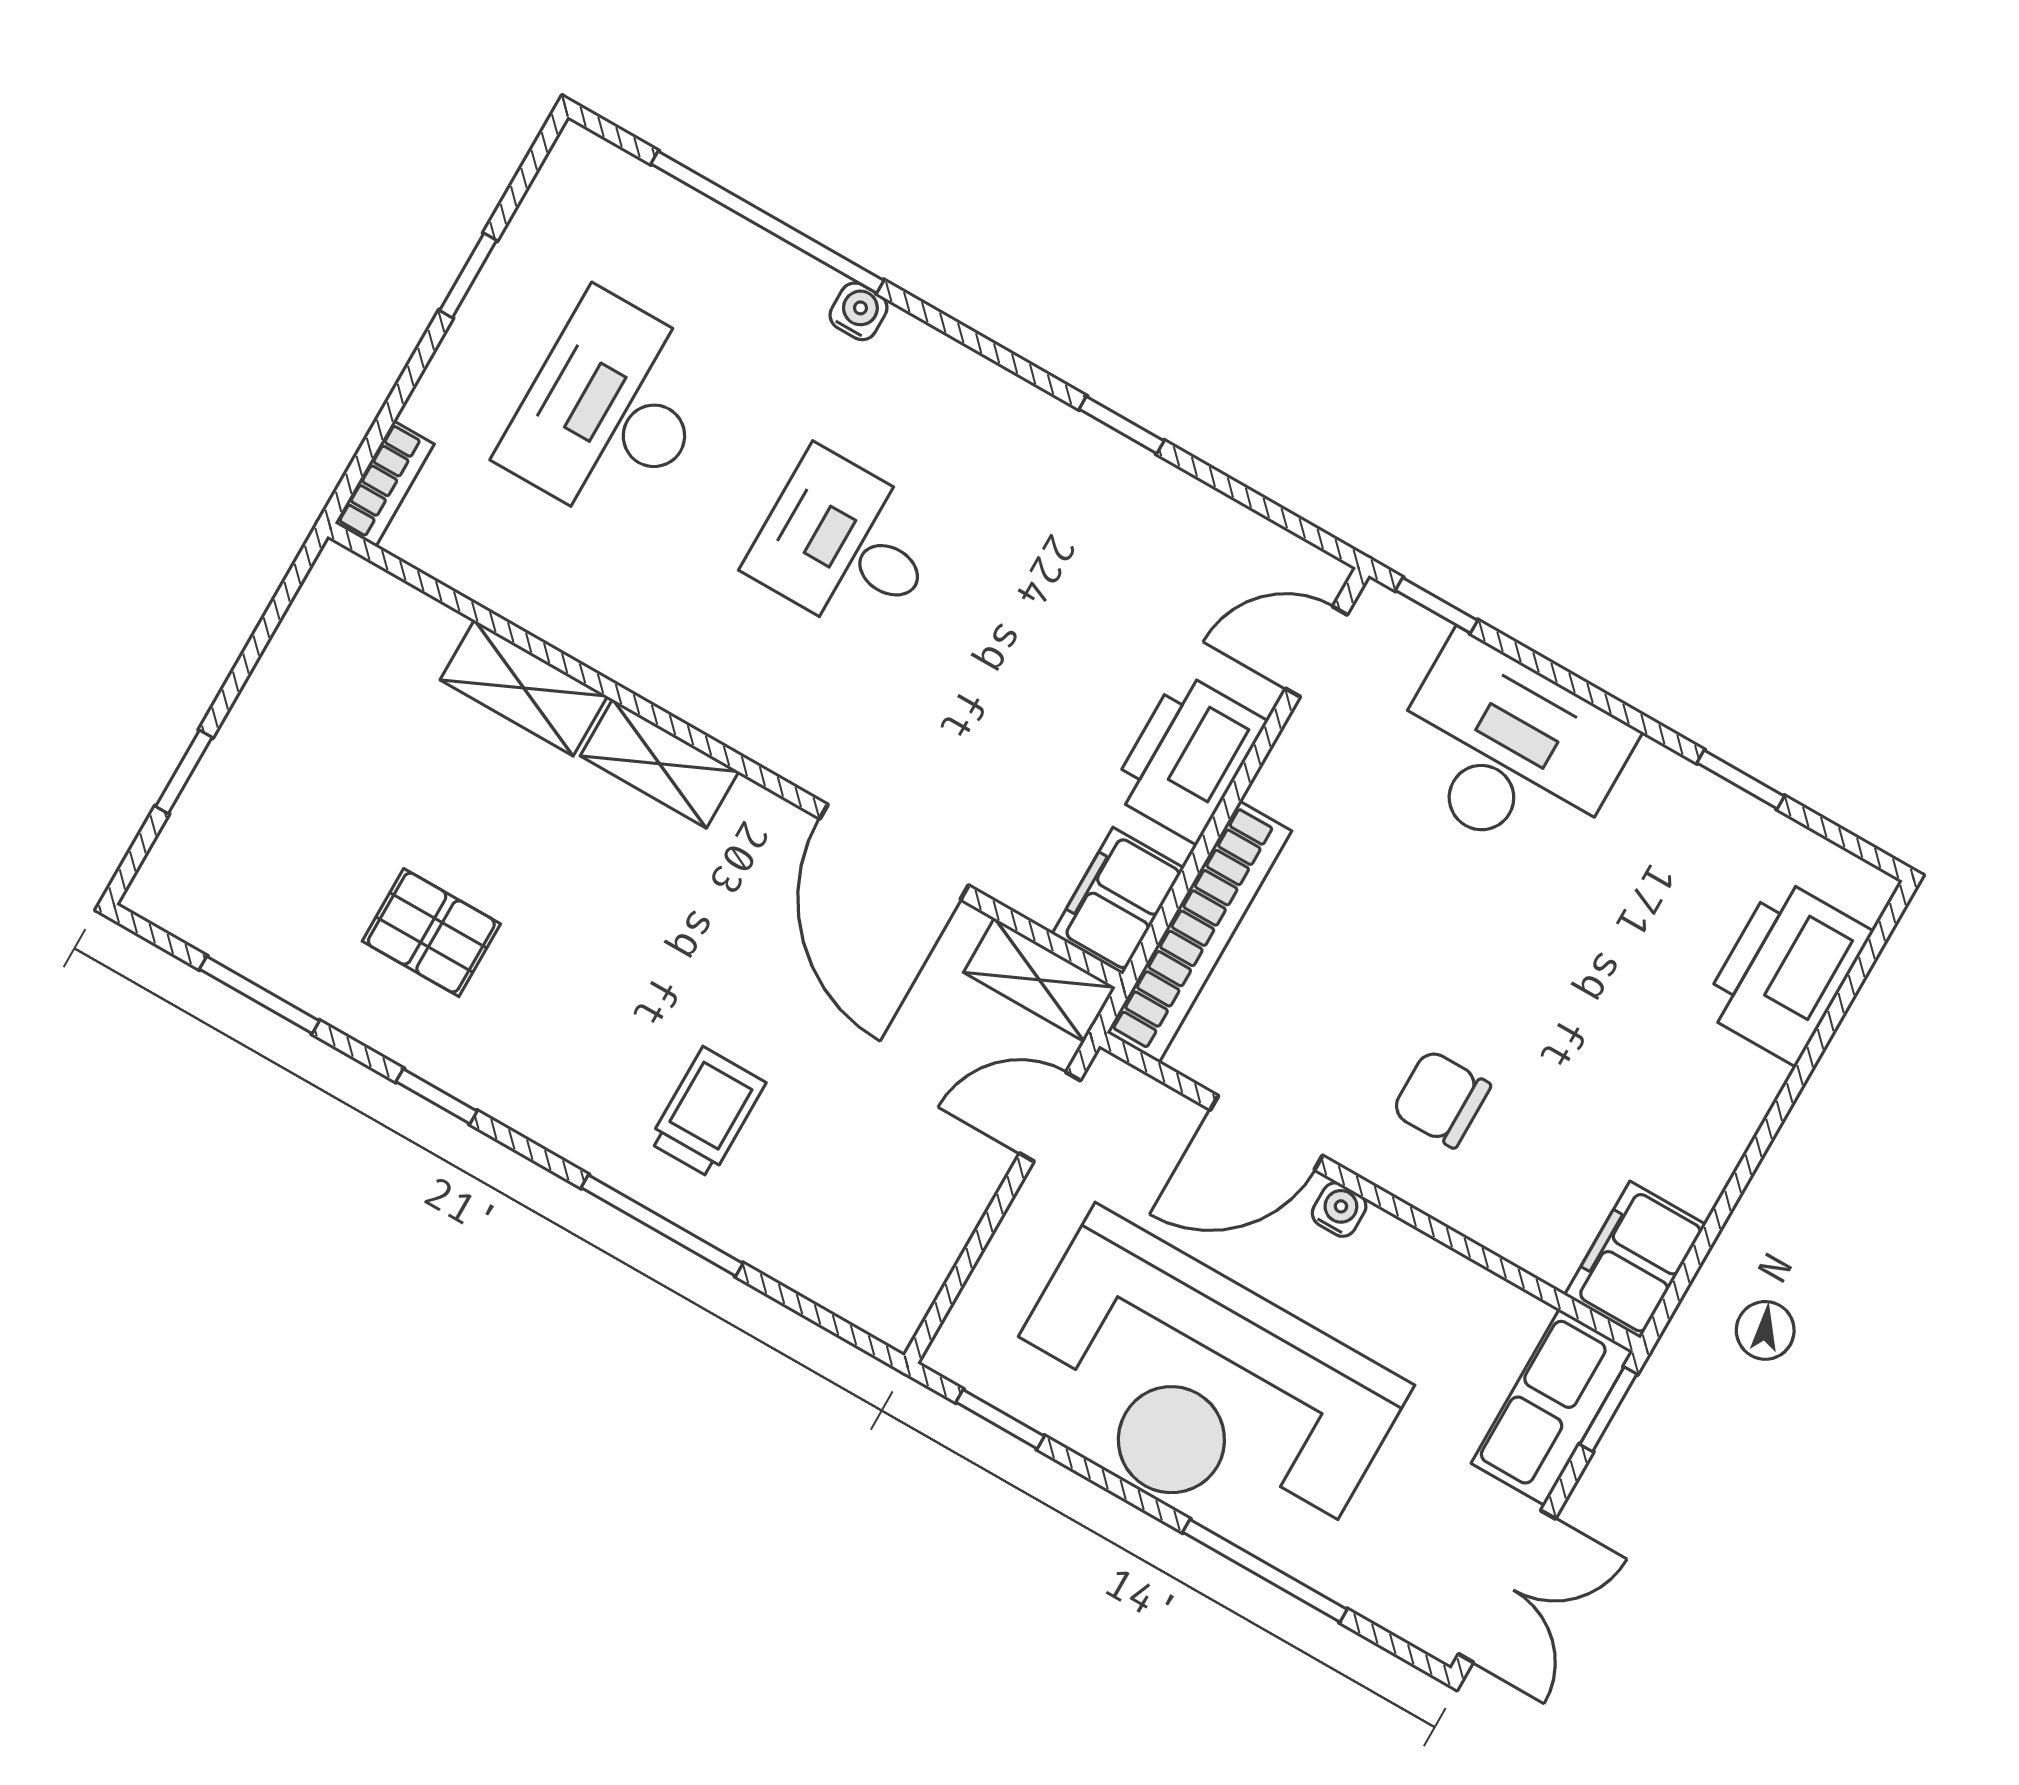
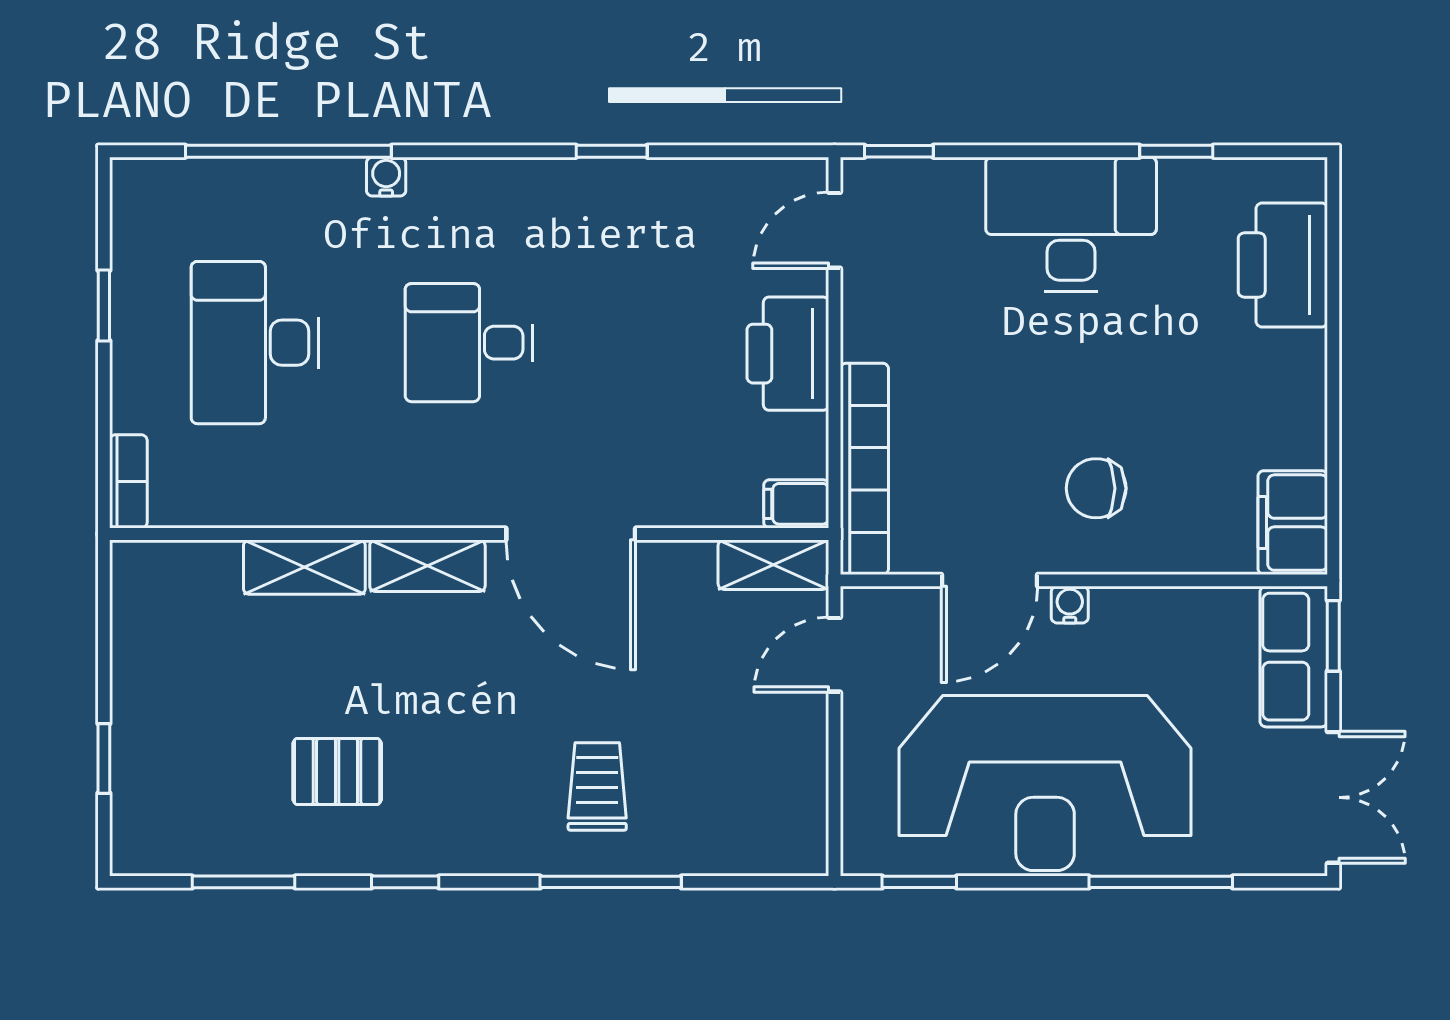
desk: (1508, 752) -> (1071, 224), moved
door: (894, 852) -> (571, 534), moved
filing cabinet: (1118, 901) -> (796, 504), width x0.50

